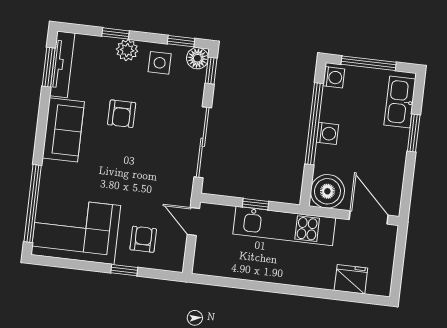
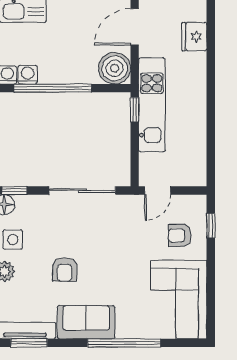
armchair: (122, 114) -> (65, 269), turned 90
washing machine: (327, 133) -> (28, 75), moved
window: (33, 203) -> (124, 343), moved
window: (256, 204) -> (135, 110), moved
window: (124, 270) -> (211, 226), moved

